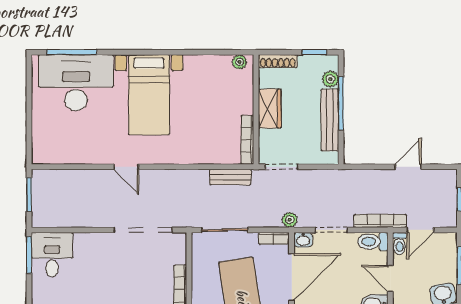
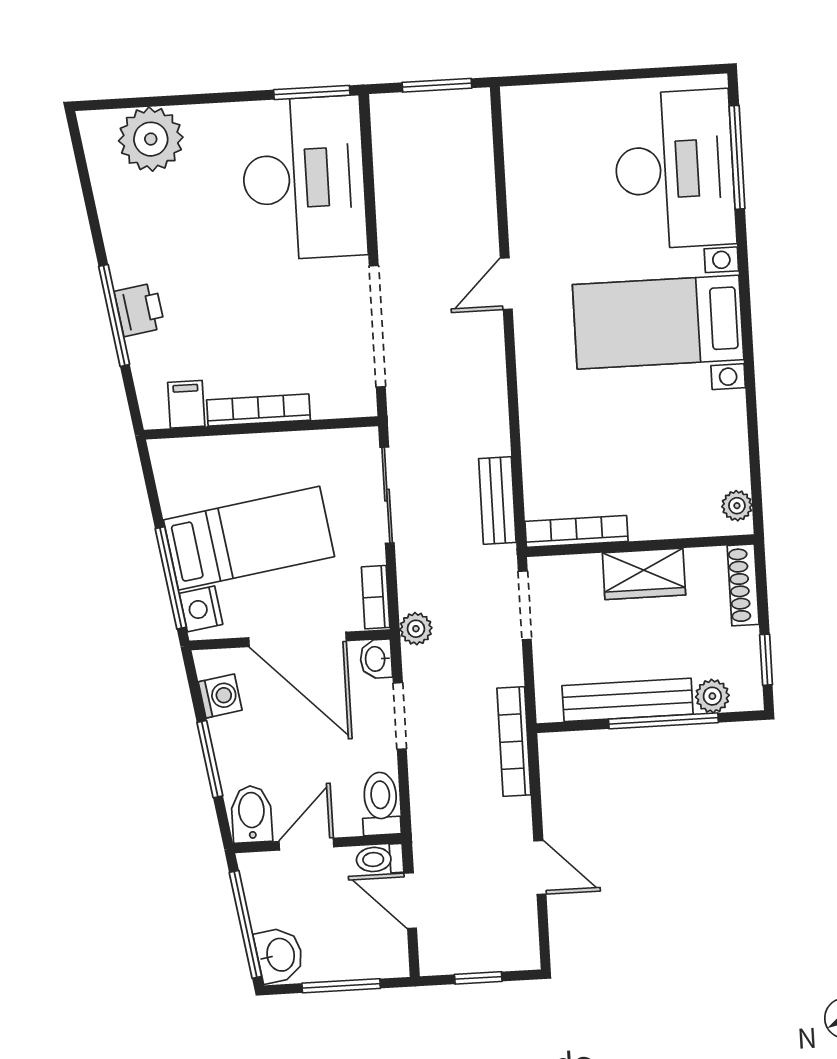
bookcase: (380, 221) -> (514, 741), moved, turned 180
desk: (52, 255) -> (304, 178), width x1.87, depth x1.30

